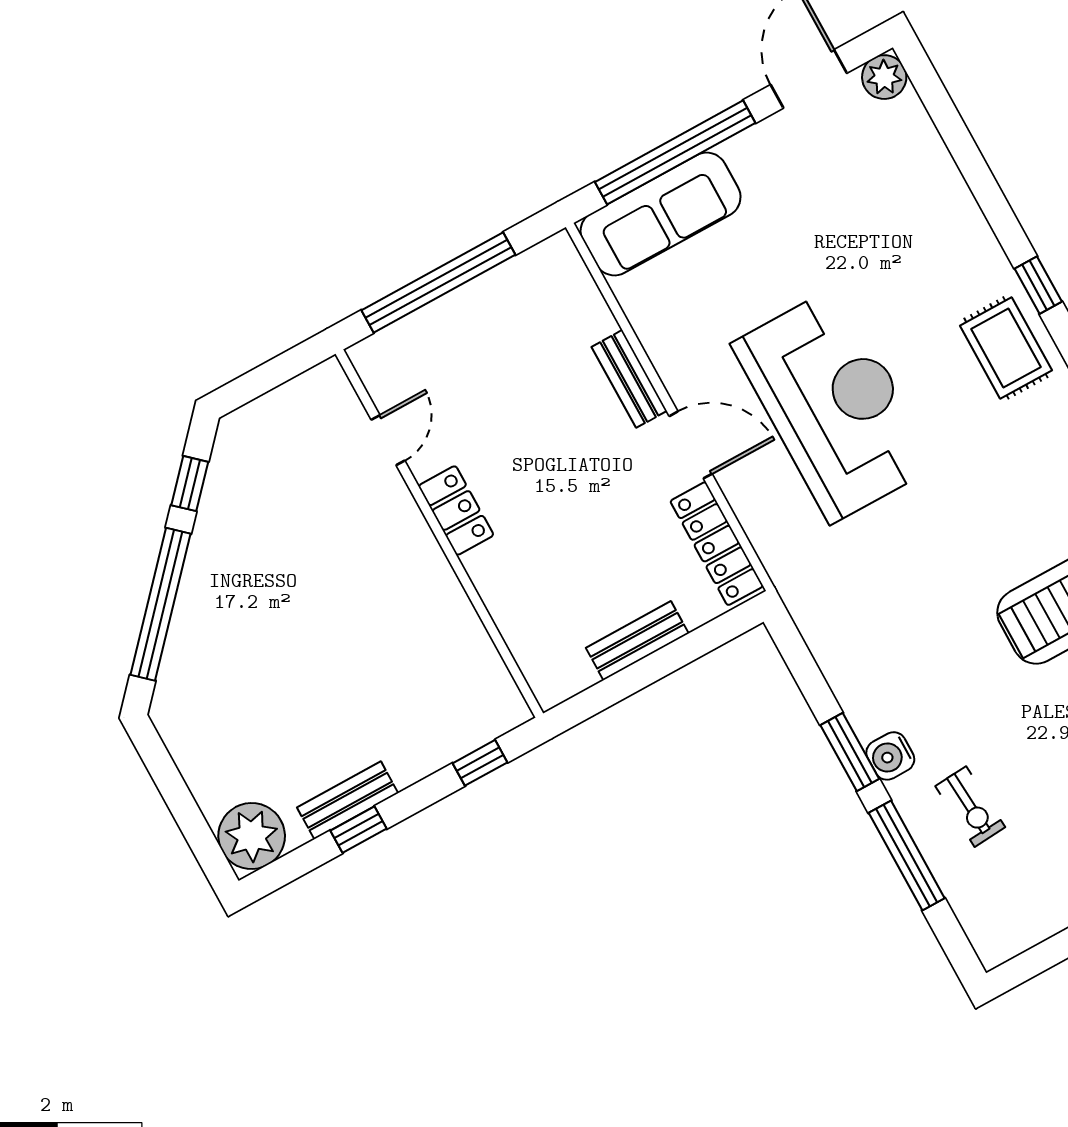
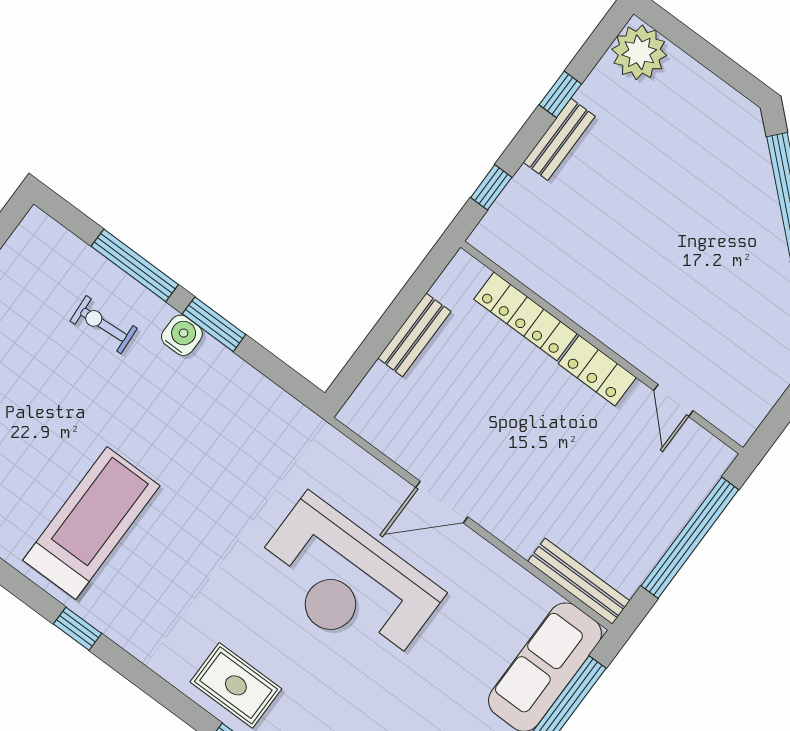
bench: (629, 379) -> (579, 581), moved, width x1.36
locker: (717, 544) -> (525, 316), moved, turned 180
bench: (348, 800) -> (559, 139), moved

